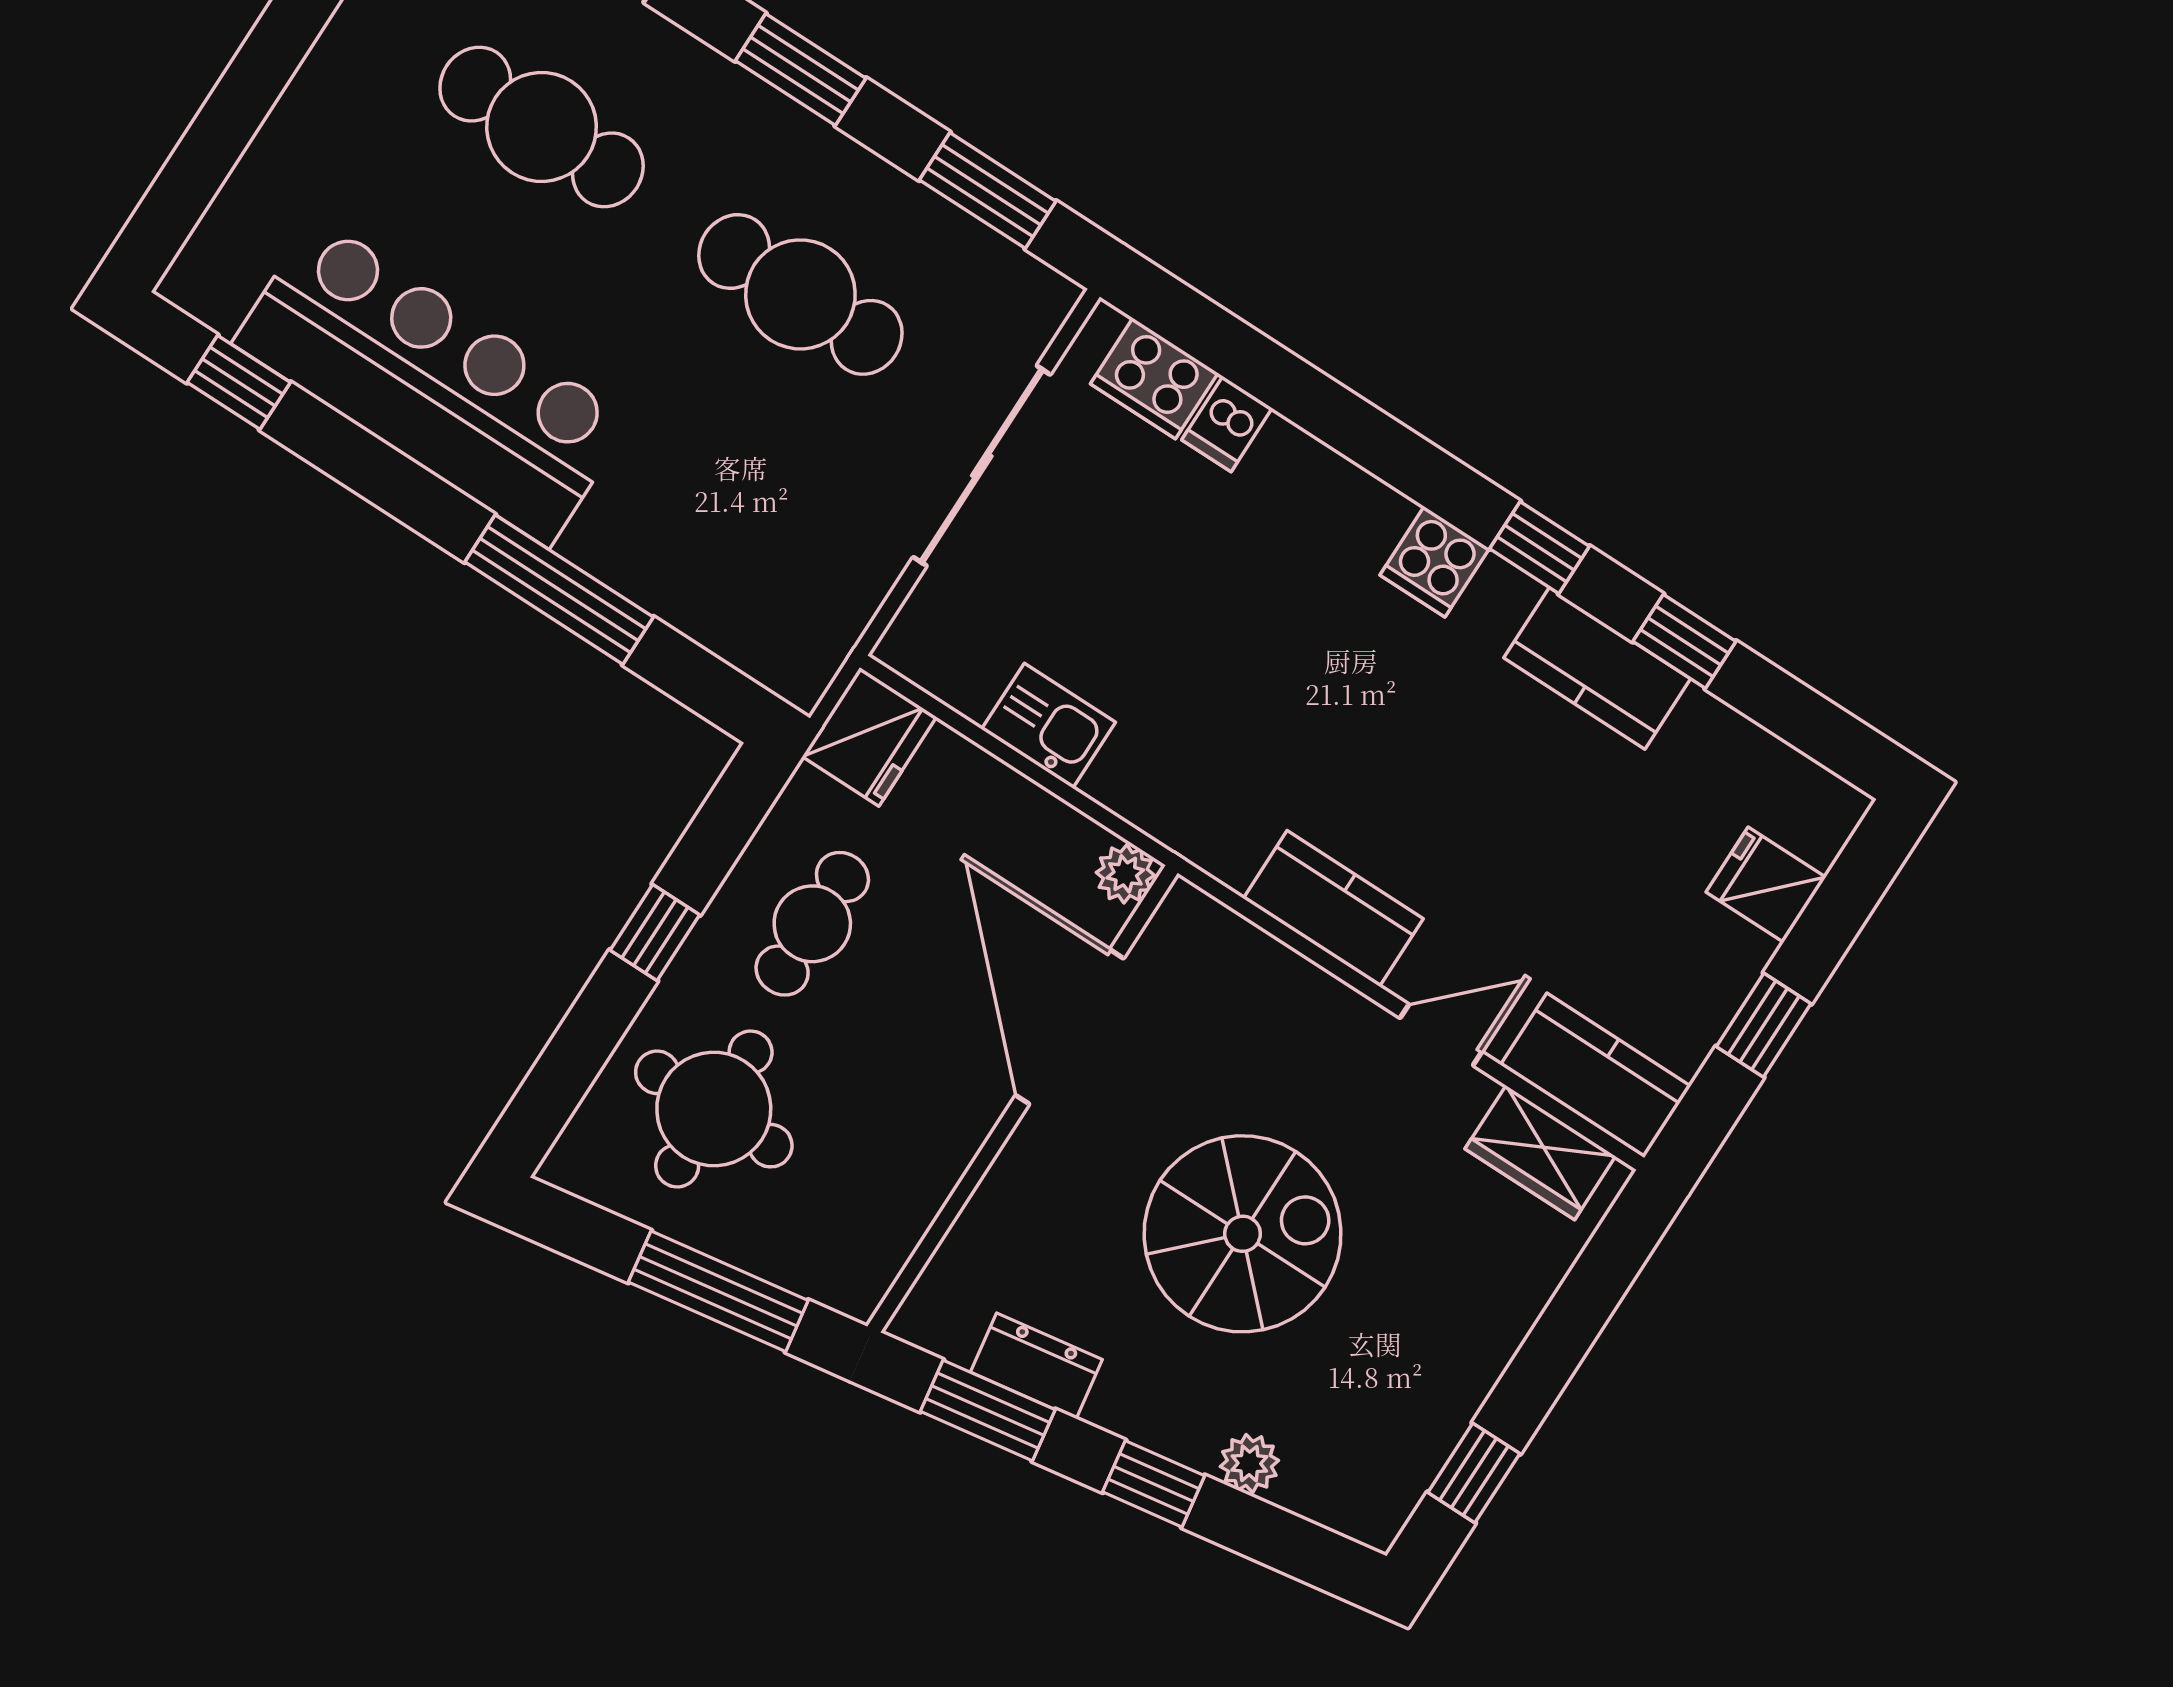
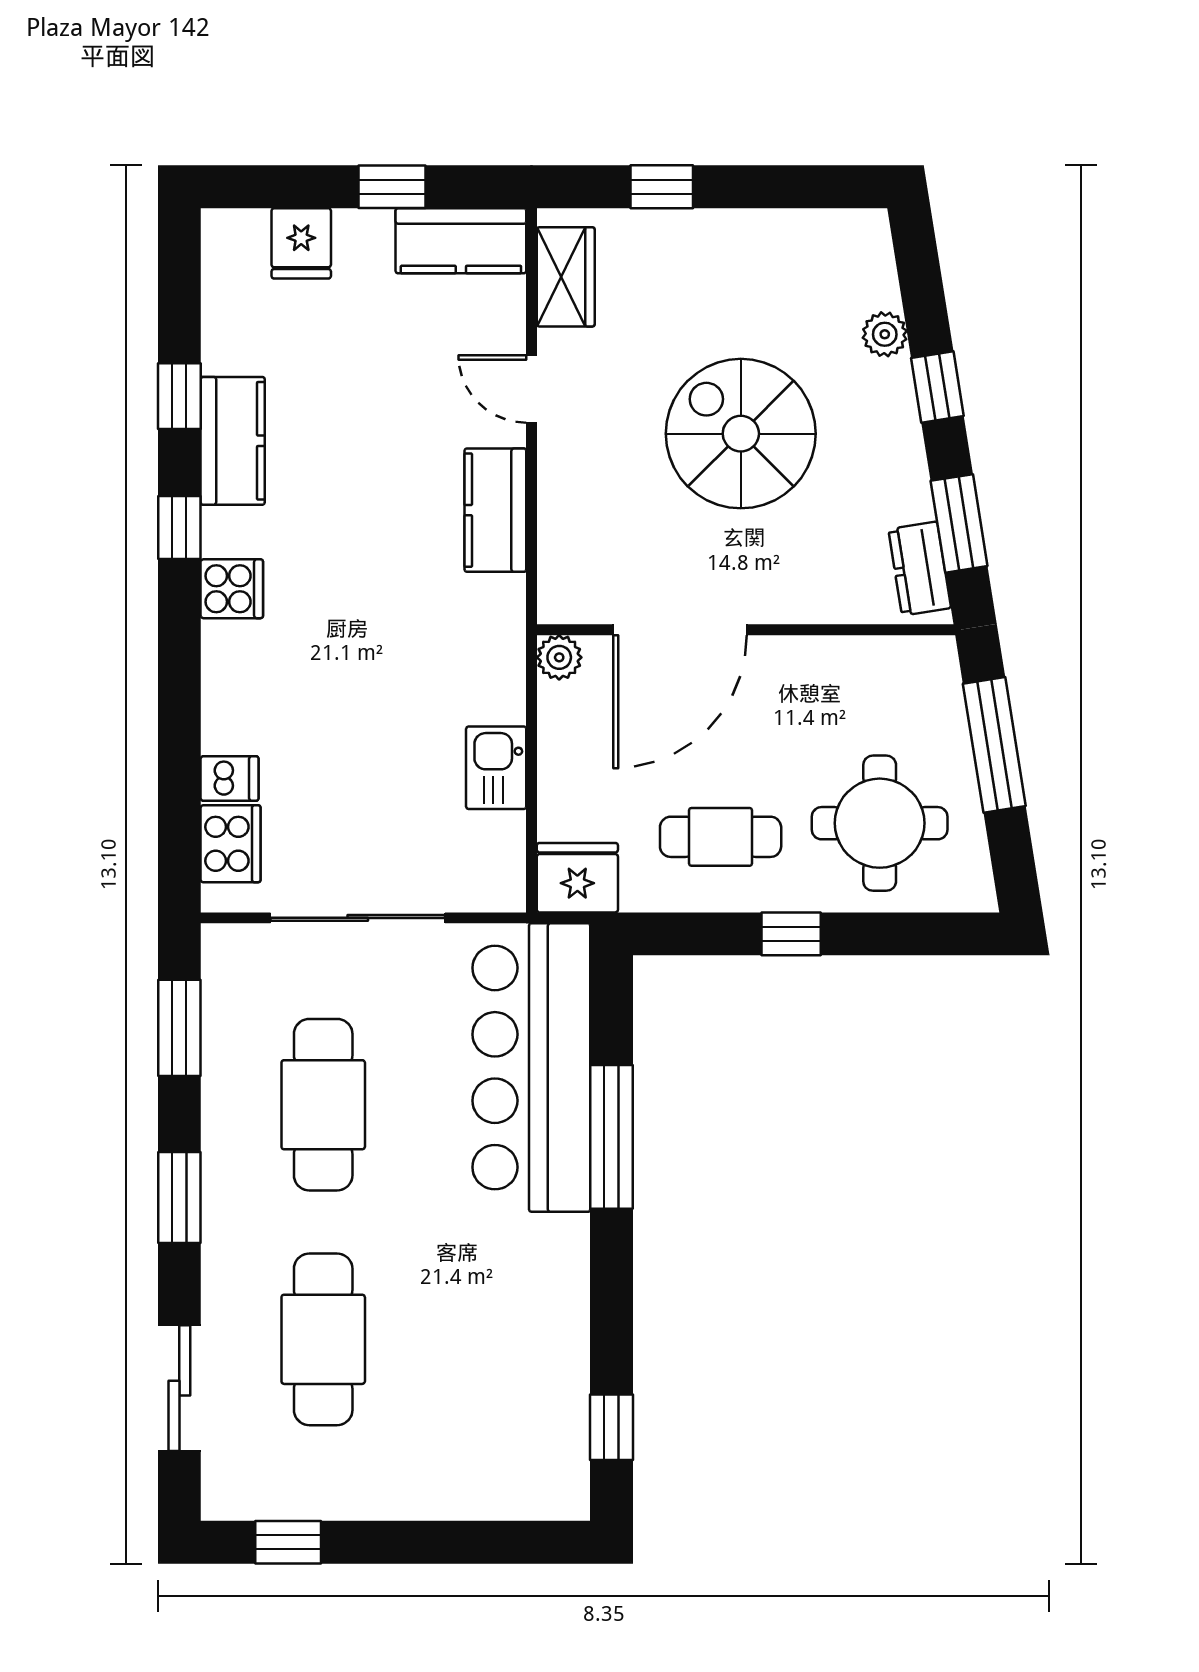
bar counter: (432, 382) -> (531, 1068), moved
kitchen counter: (1596, 1075) -> (461, 241), moved, turned -90
dresser: (1036, 1366) -> (920, 569), moved
window: (1474, 1473) -> (662, 187), moved

